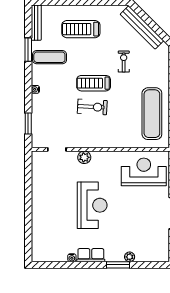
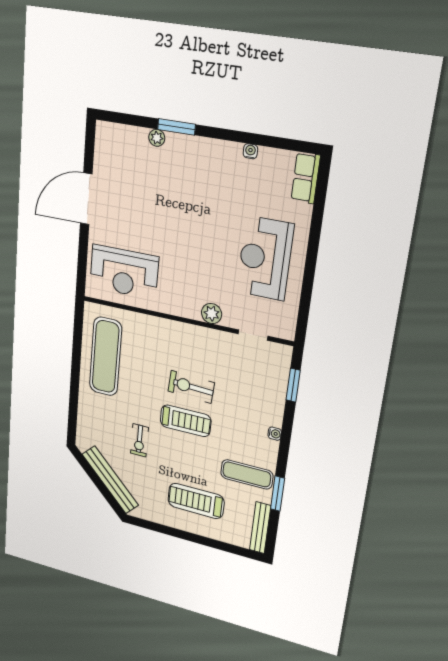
treadmill: (81, 29) -> (196, 501), turned 180
reception desk: (92, 205) -> (265, 258), moved
row of seats: (91, 255) -> (306, 178), moved, turned 90

